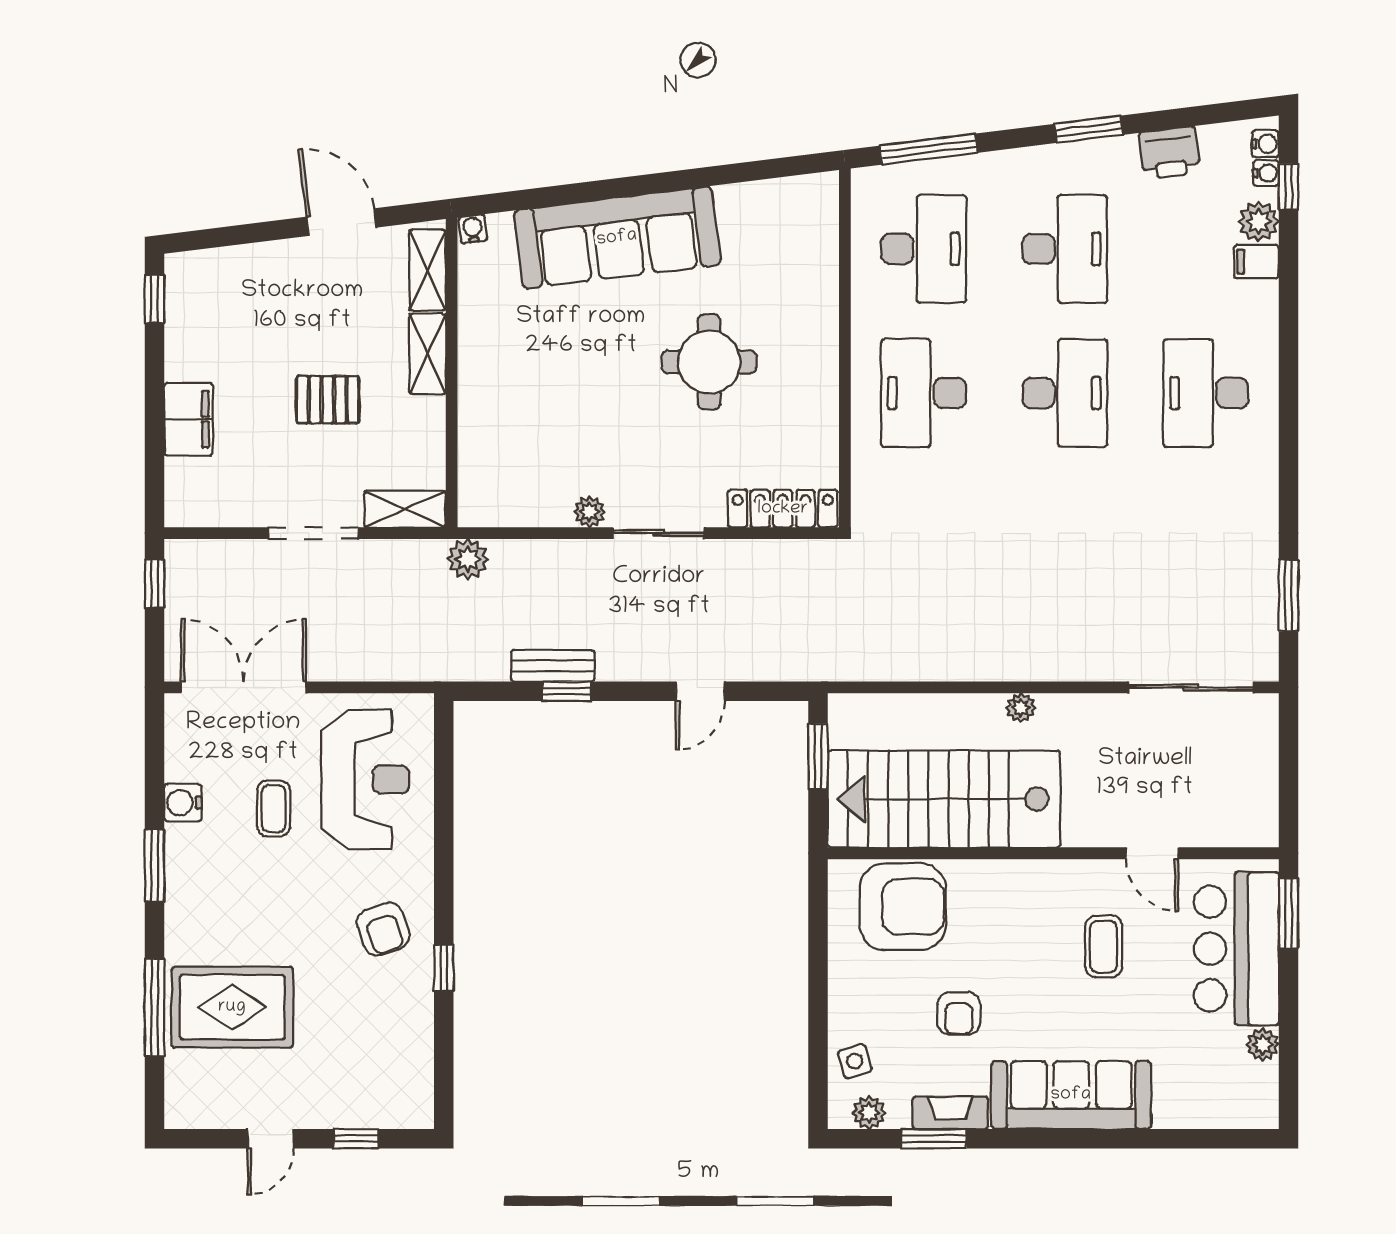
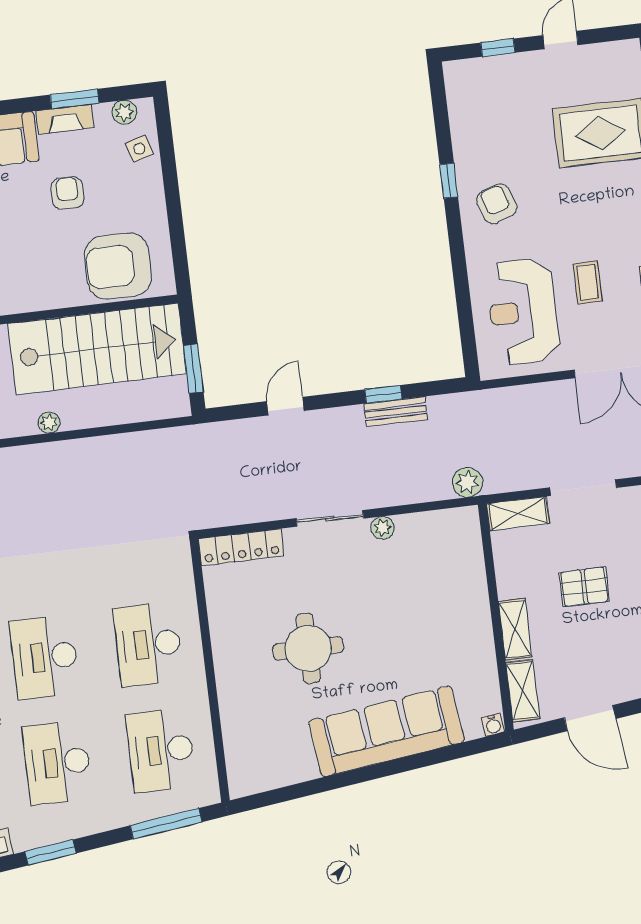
desk: (924, 393) -> (148, 644), turned 180

